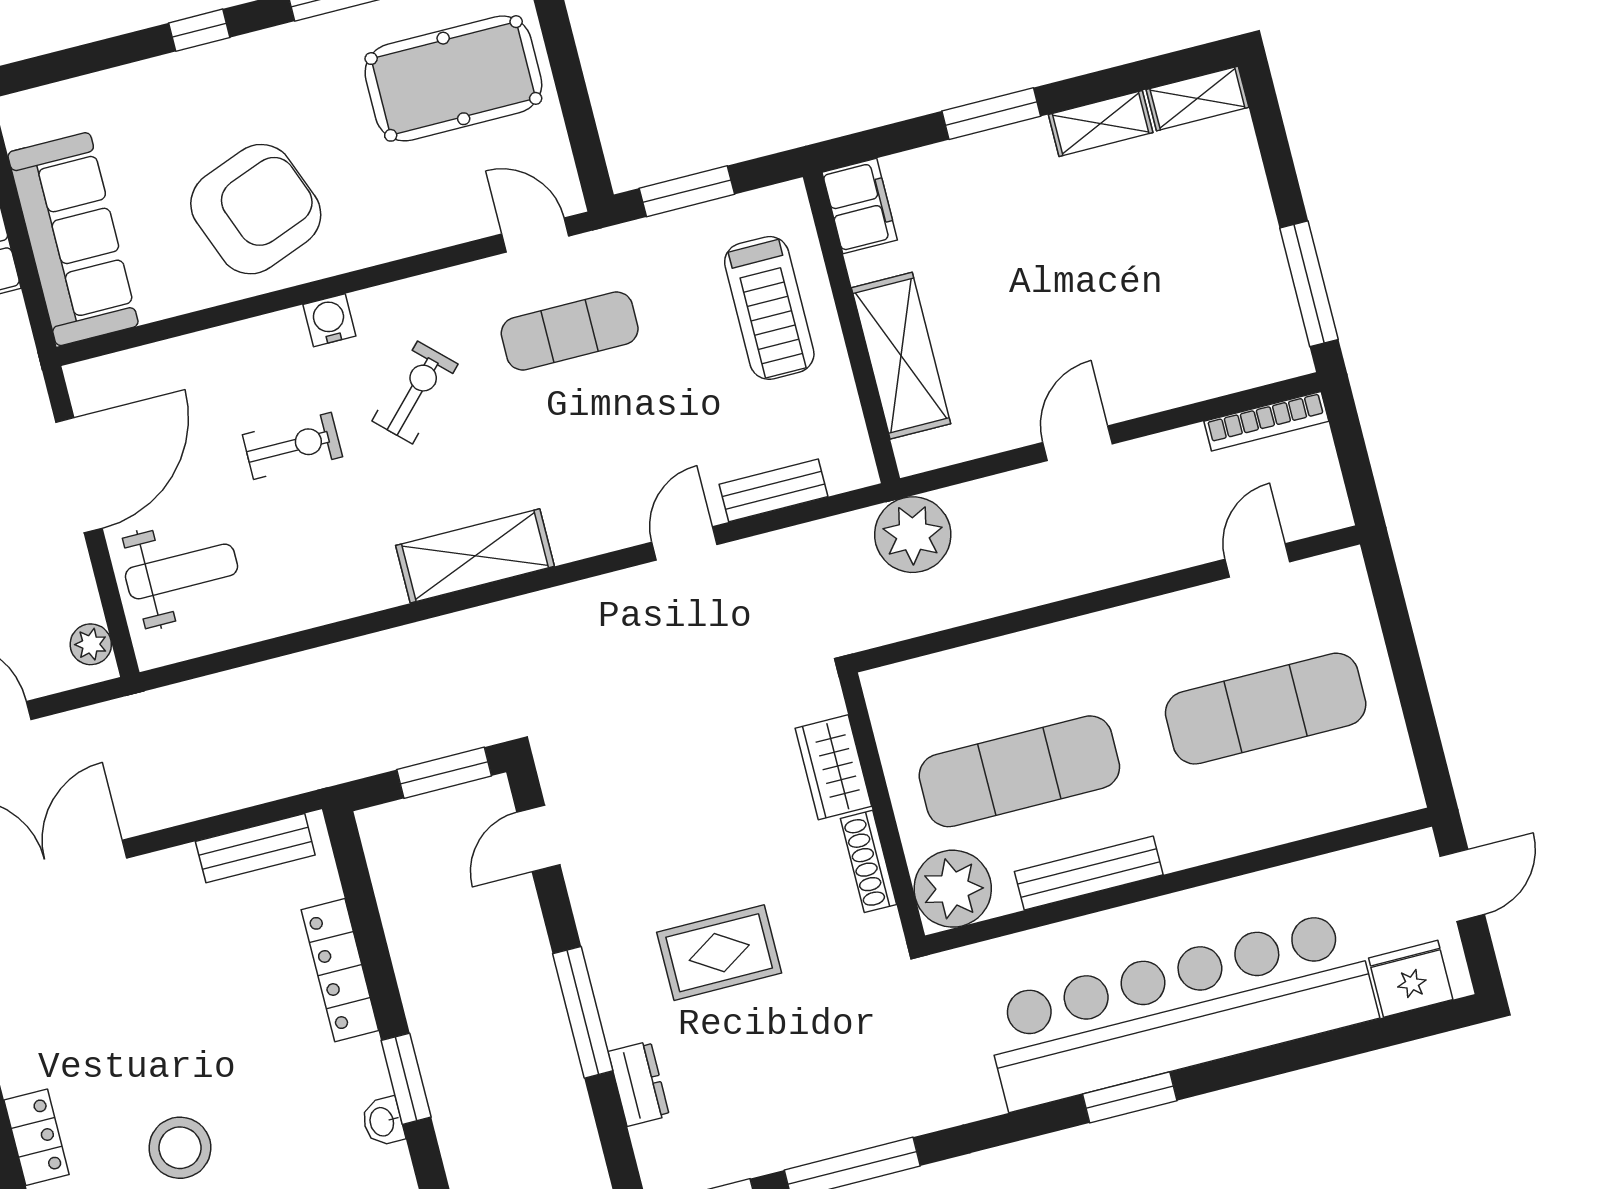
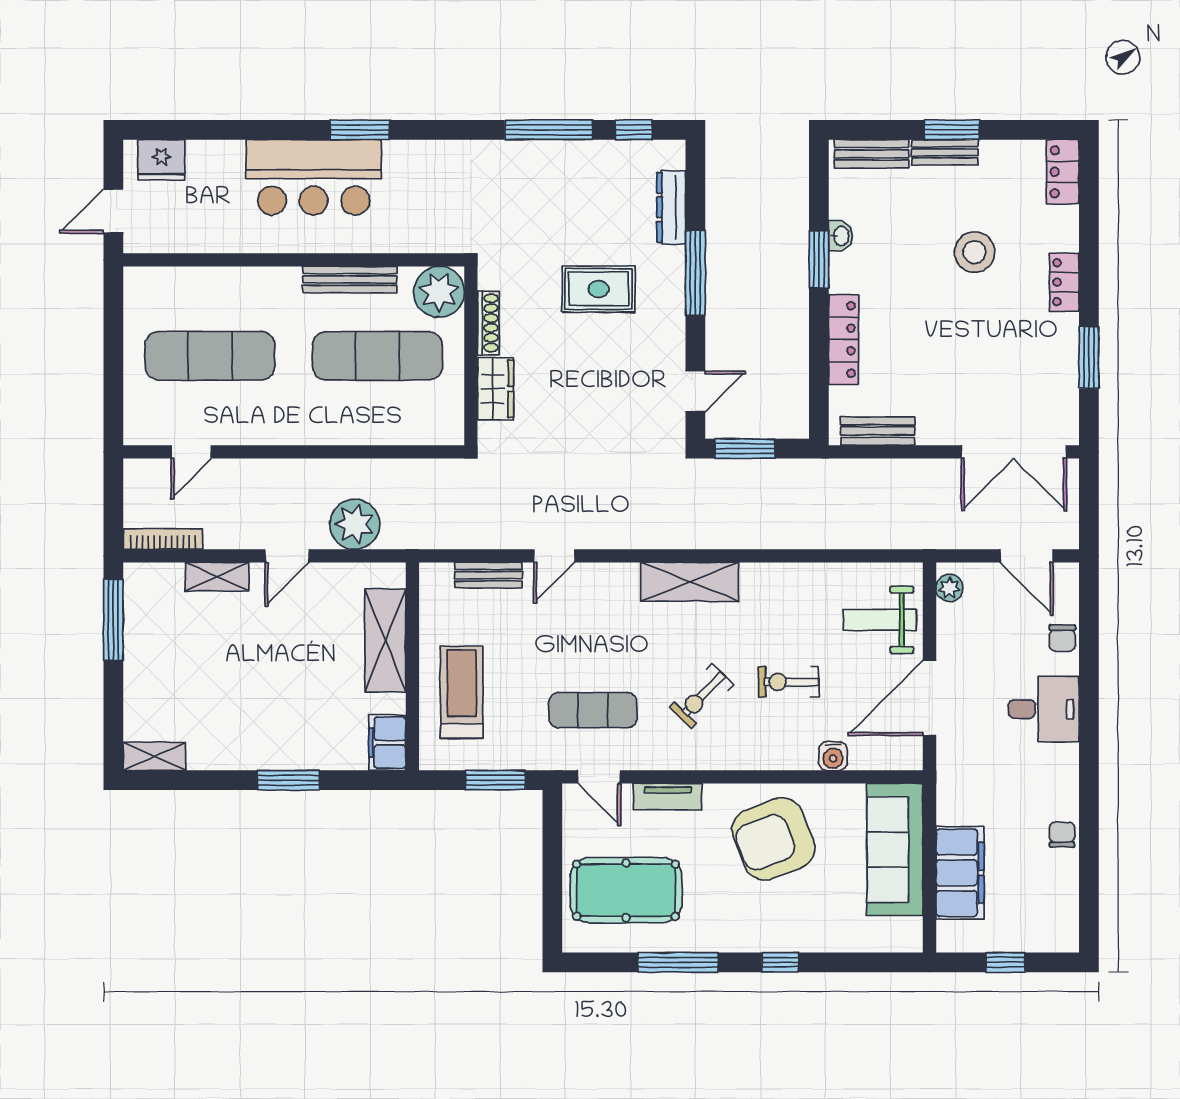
shelving: (1101, 124) -> (217, 577), moved
tv unit: (427, 232) -> (668, 797), added
water cooler: (329, 320) -> (833, 756), moved
plant: (913, 535) -> (355, 524), moved
bar counter: (1180, 1010) -> (314, 177), width x0.54
dresser: (639, 1084) -> (671, 207), width x1.44

